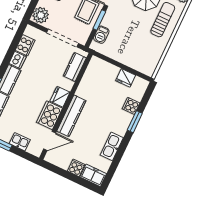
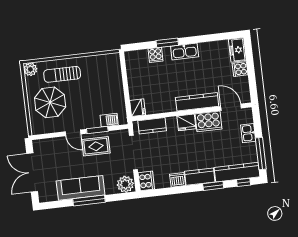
cooker: (25, 45) -> (146, 181), moved, turned 90
fridge: (126, 78) -> (138, 108), moved
kitchen sink: (112, 146) -> (185, 51), moved

